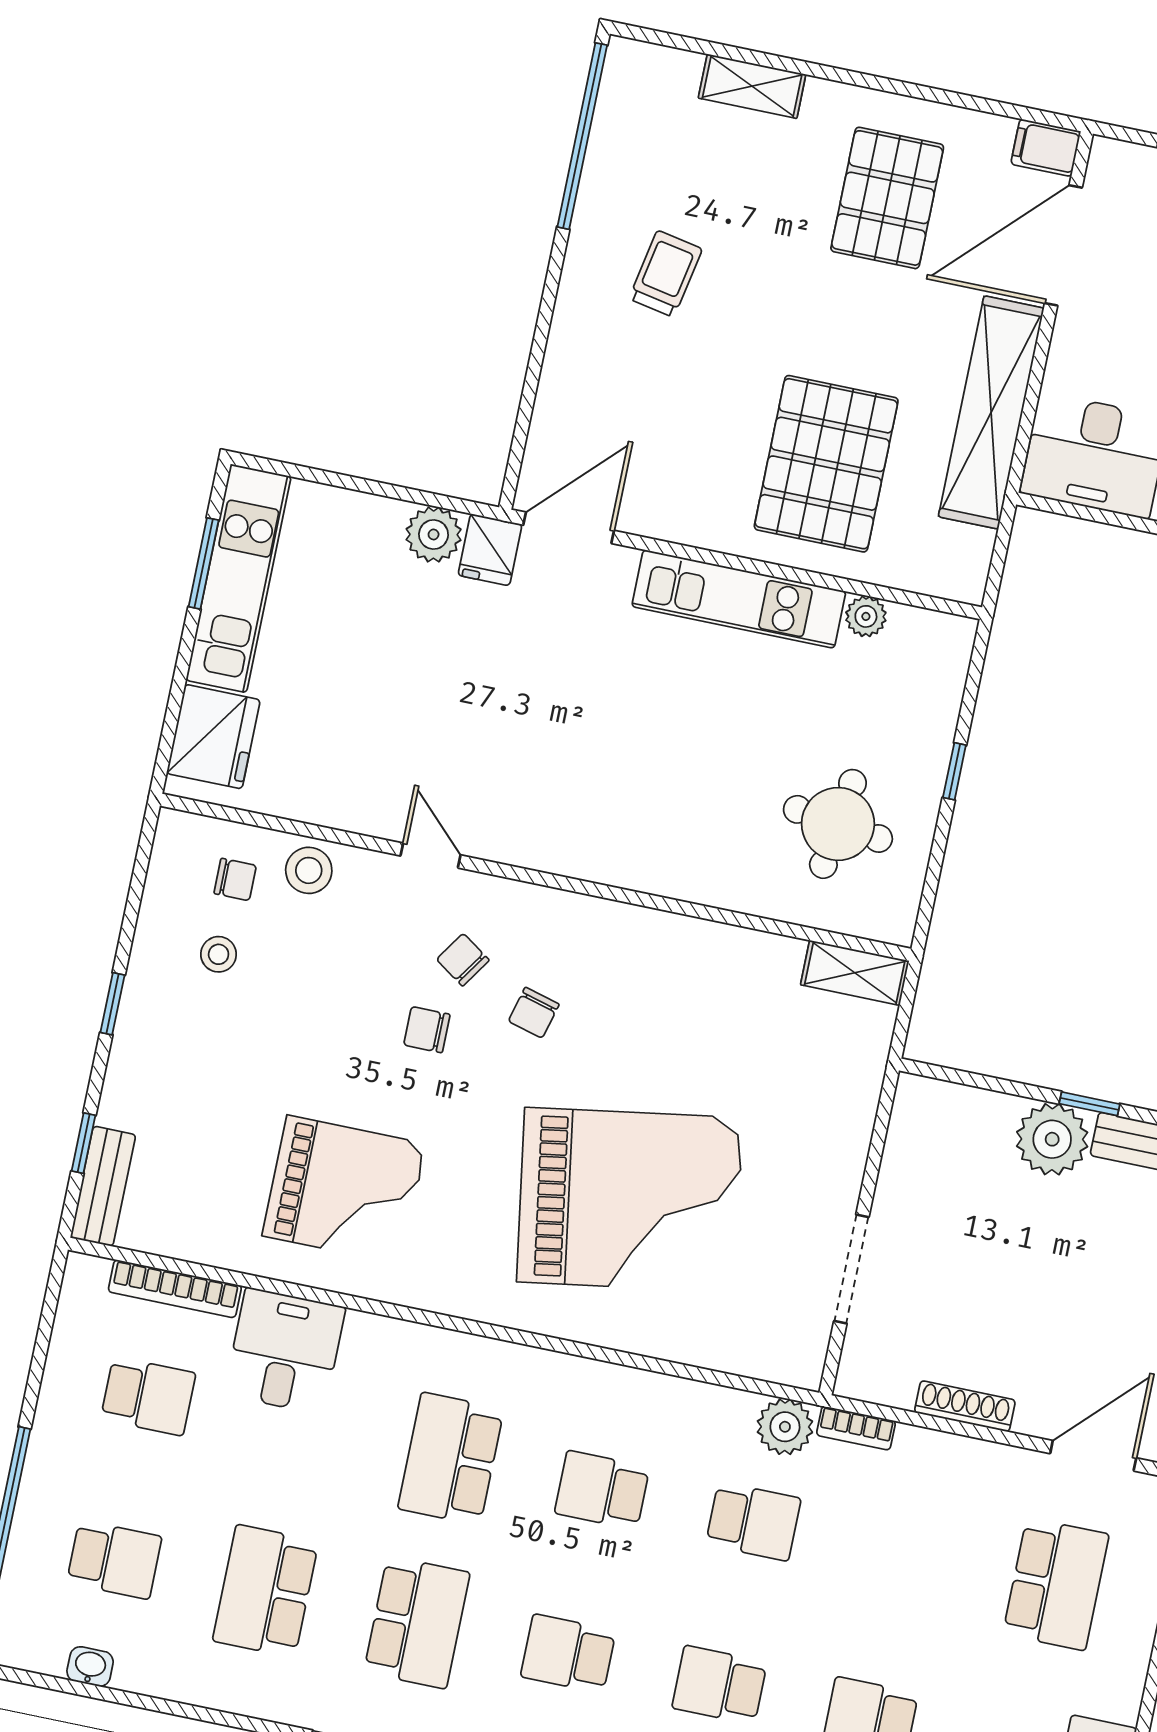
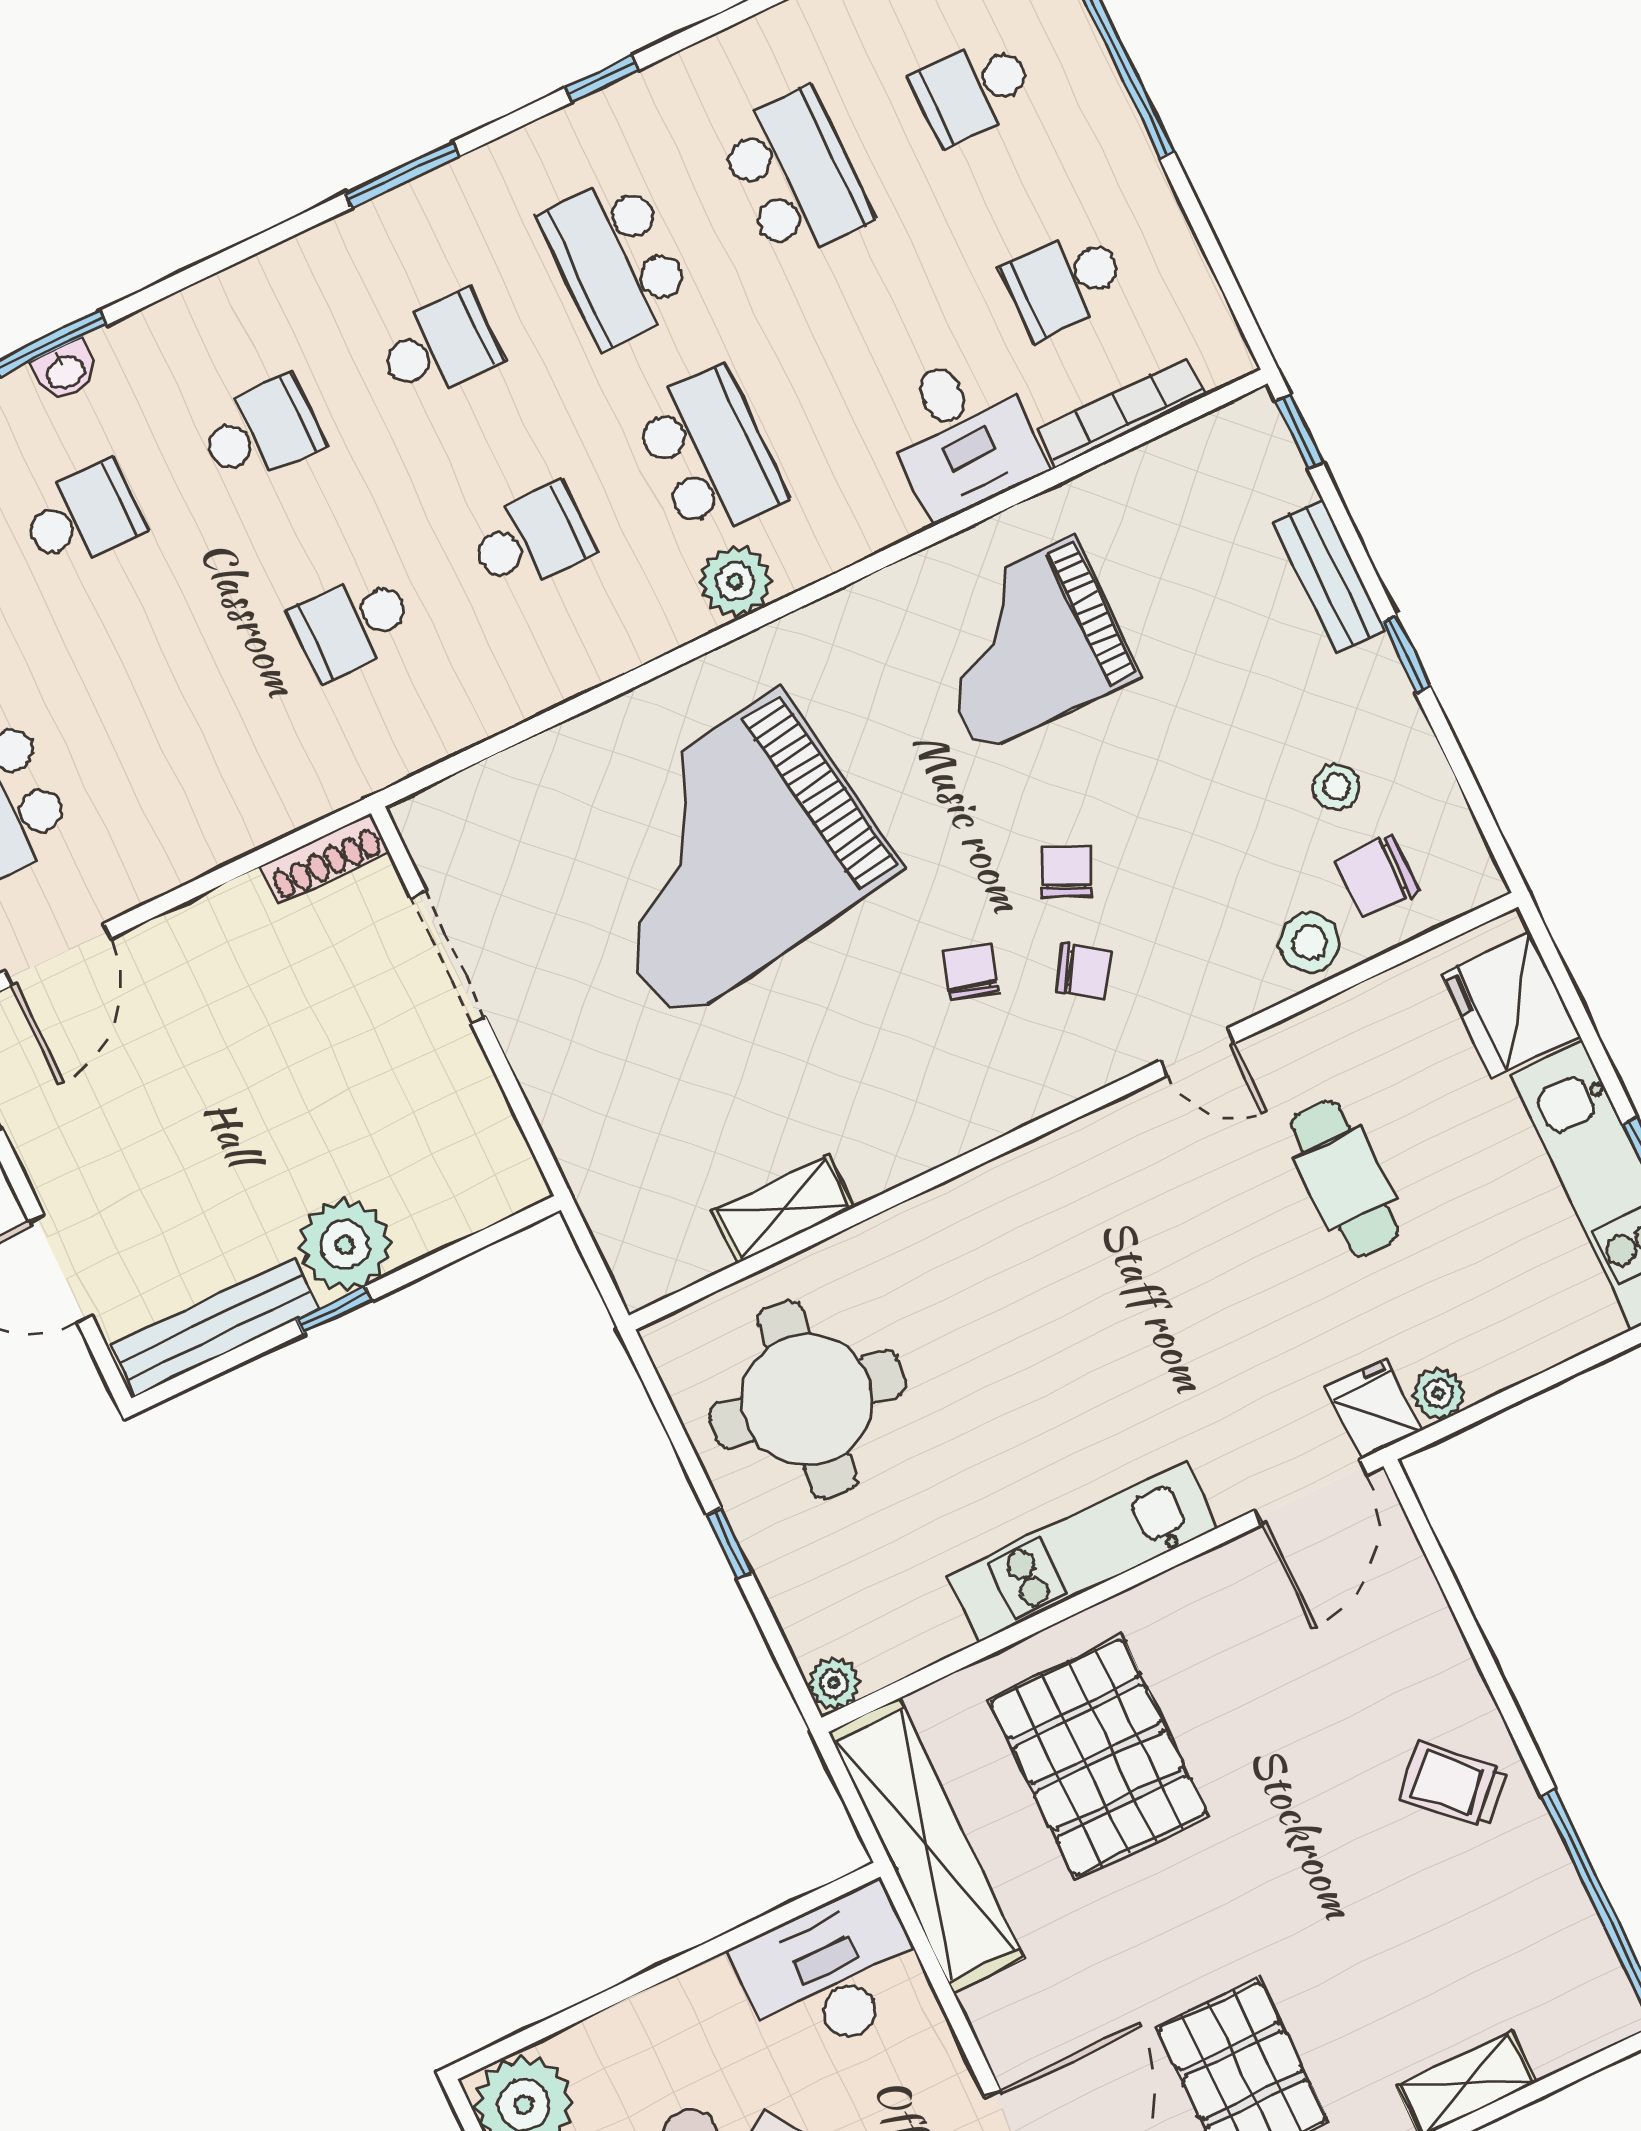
trolley: (666, 274) -> (1454, 1785), moved, turned 123
shelving: (991, 412) -> (926, 1845), moved
plant: (434, 535) -> (1438, 1394), width x0.73, depth x0.73
plant: (866, 616) -> (834, 1683), moved
cafe table: (399, 707) -> (1345, 1178), added
round table: (838, 824) -> (807, 1400), width x1.36, depth x1.36
chair: (235, 879) -> (1377, 876), width x1.37, depth x1.37
shelving: (855, 973) -> (783, 1209), moved
chair: (427, 1030) -> (1066, 872), turned -65
window: (84, 1143) -> (1299, 432), moved
bench: (103, 1186) -> (1329, 576), moved
shoe rack: (965, 1406) -> (324, 859), moved
plant: (785, 1427) -> (735, 581), moved
bookcase: (856, 1428) -> (320, 799), removed

